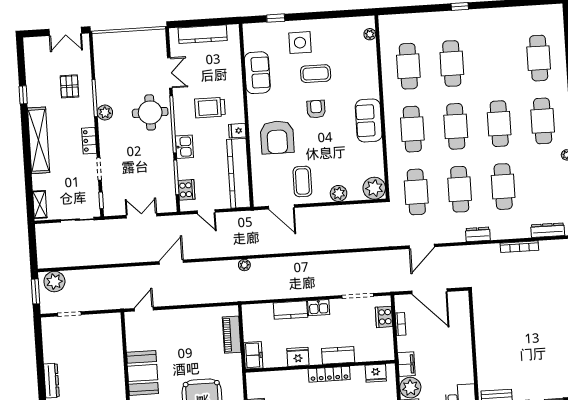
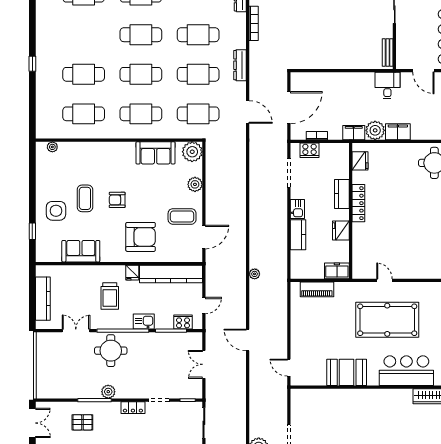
sofa: (369, 120) -> (156, 153), moved
dresser: (478, 234) -> (240, 65), width x1.44

